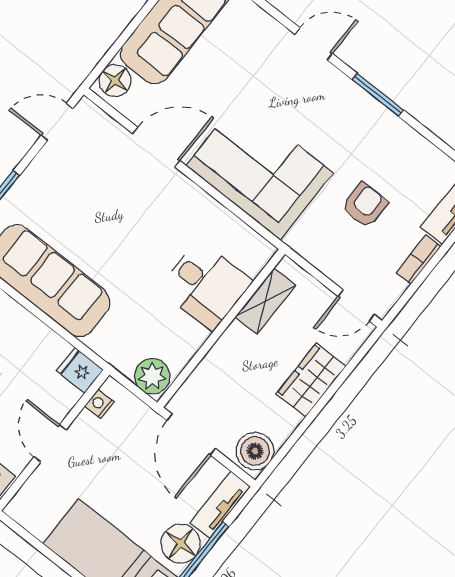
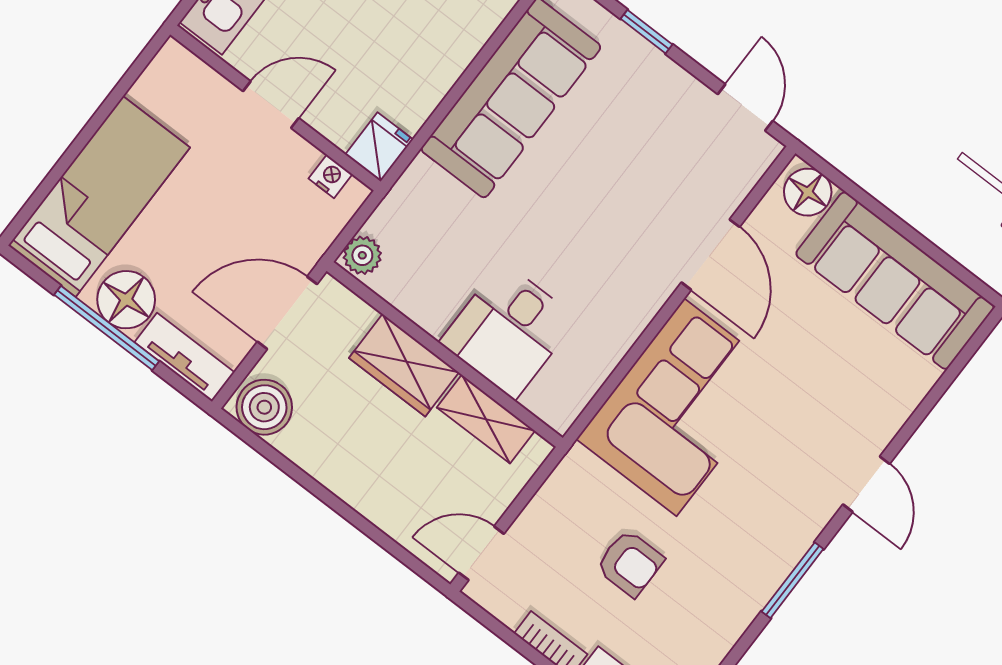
door: (356, 306) -> (481, 553), hinge flipped
plant: (152, 376) -> (362, 255), width x0.73, depth x0.73
wardrobe: (311, 380) -> (404, 365), moved, turned 180

